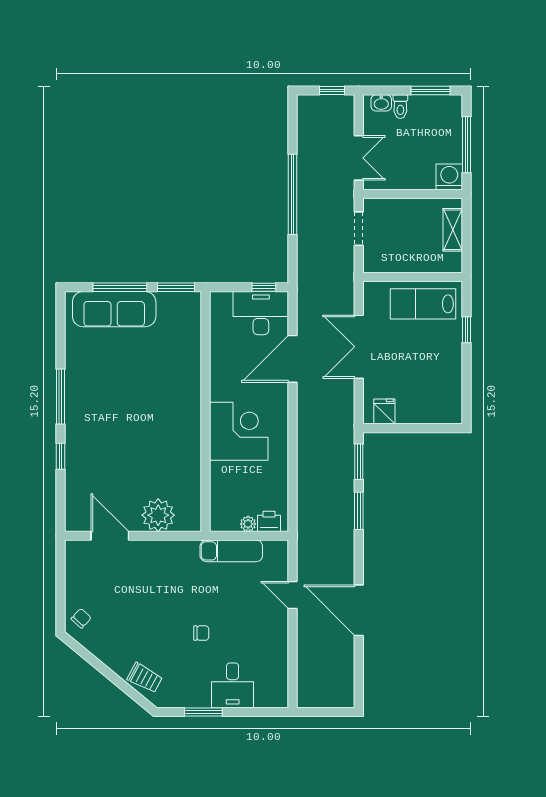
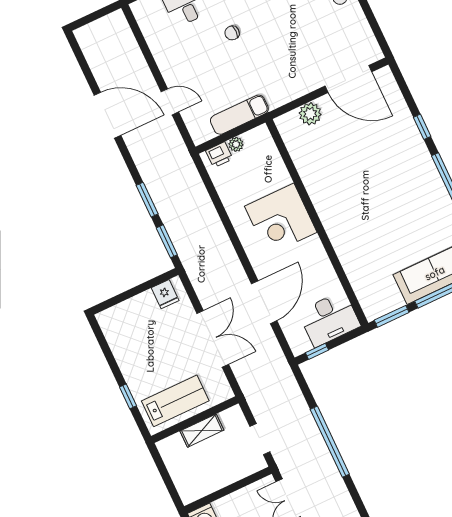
shelving: (453, 230) -> (202, 431), moved, turned 90
desk: (261, 313) -> (329, 319), moved
plant: (158, 515) -> (310, 114), width x0.73, depth x0.73
door: (110, 536) -> (348, 79), width x1.36

